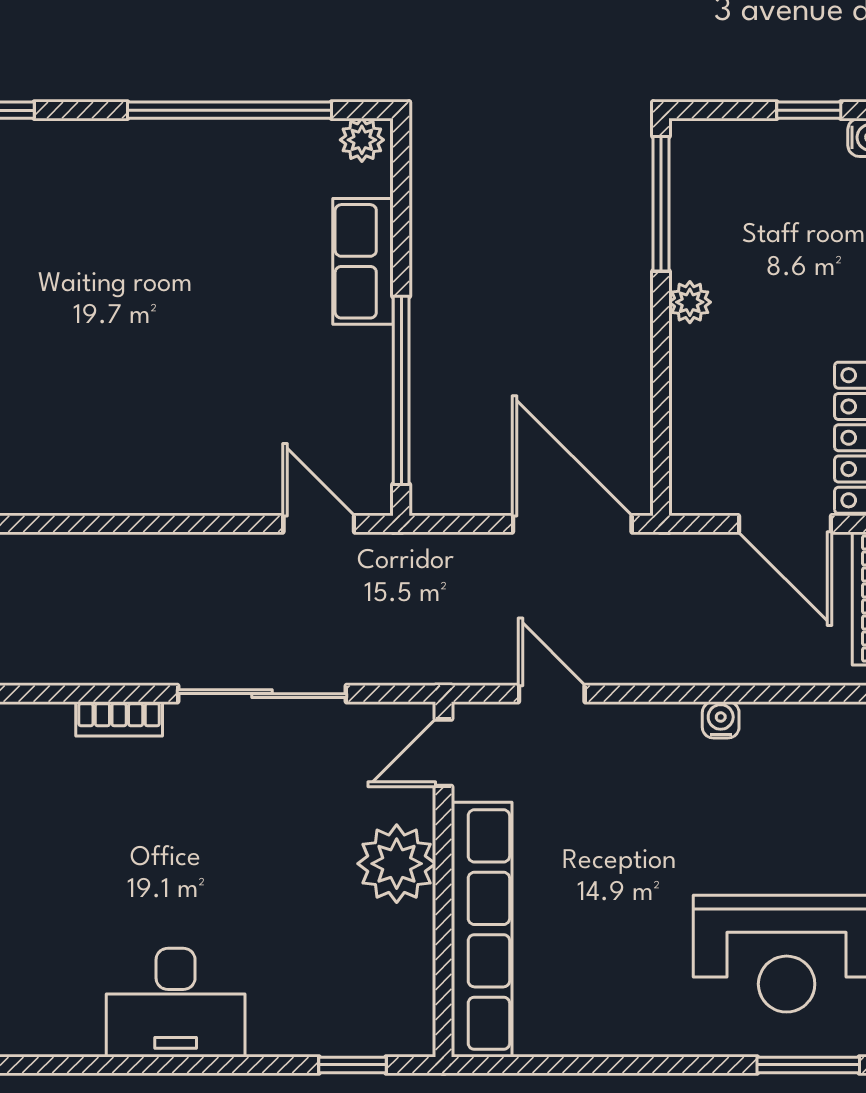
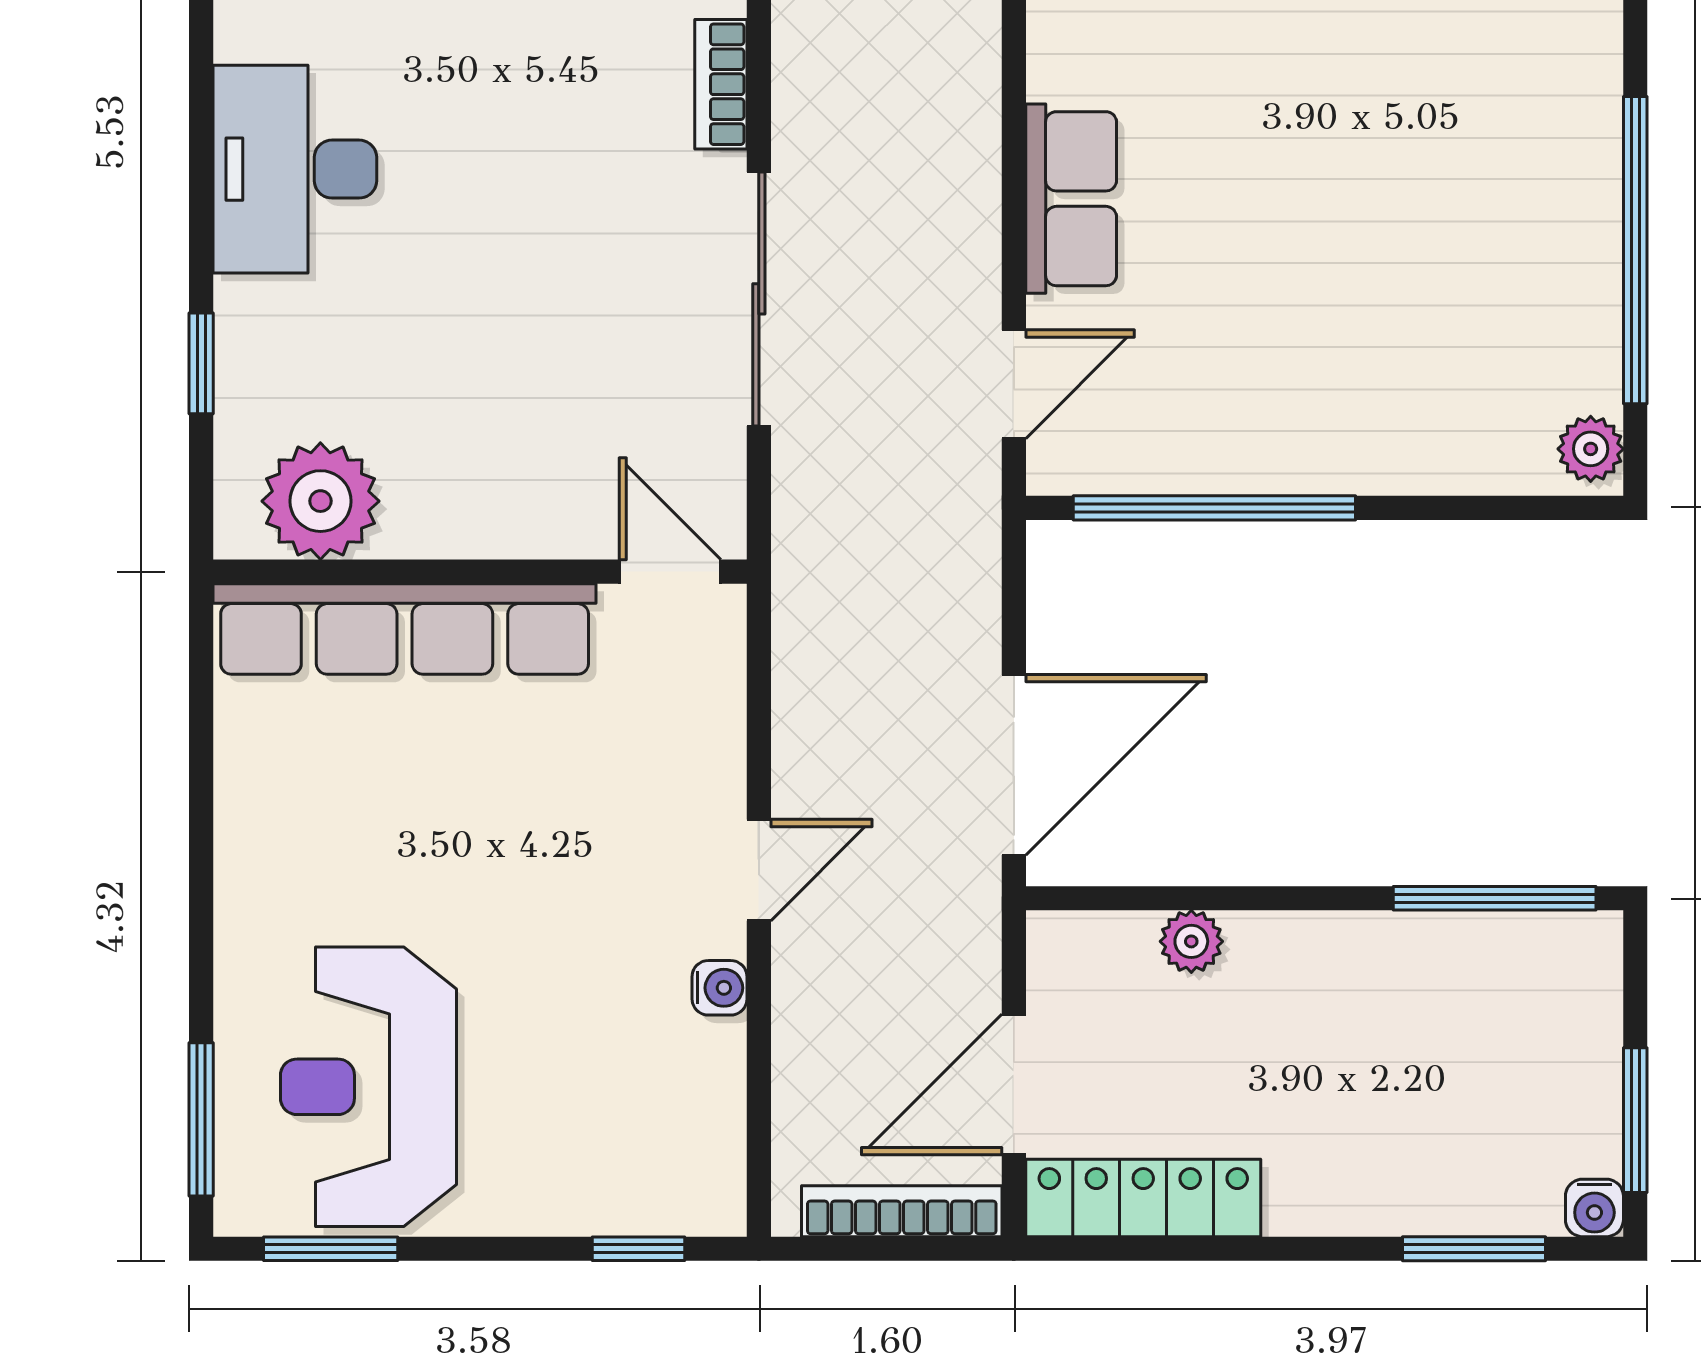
window: (809, 110) -> (1635, 1120), width x1.50
row of seats: (363, 261) -> (1071, 199), moved, turned 90
plant: (690, 302) -> (1191, 941), moved
door: (552, 694) -> (759, 870), moved
plant: (397, 864) -> (320, 501), moved
window: (353, 1065) -> (201, 363), moved

